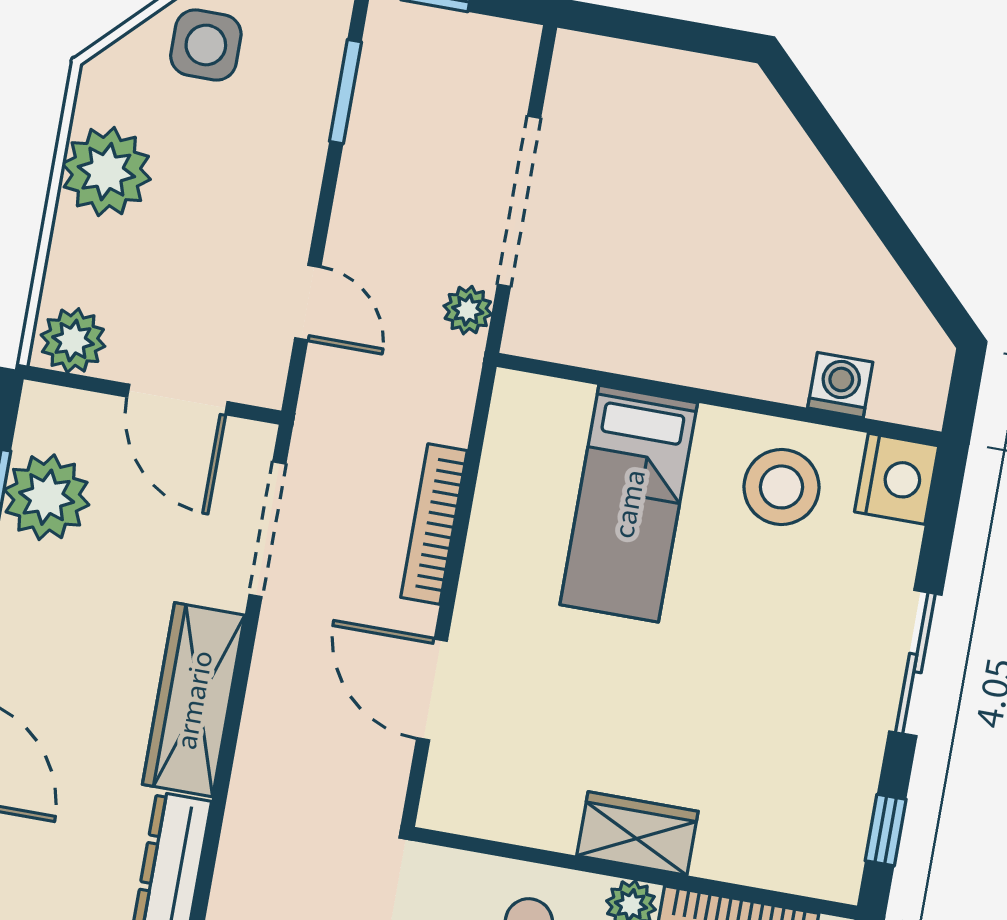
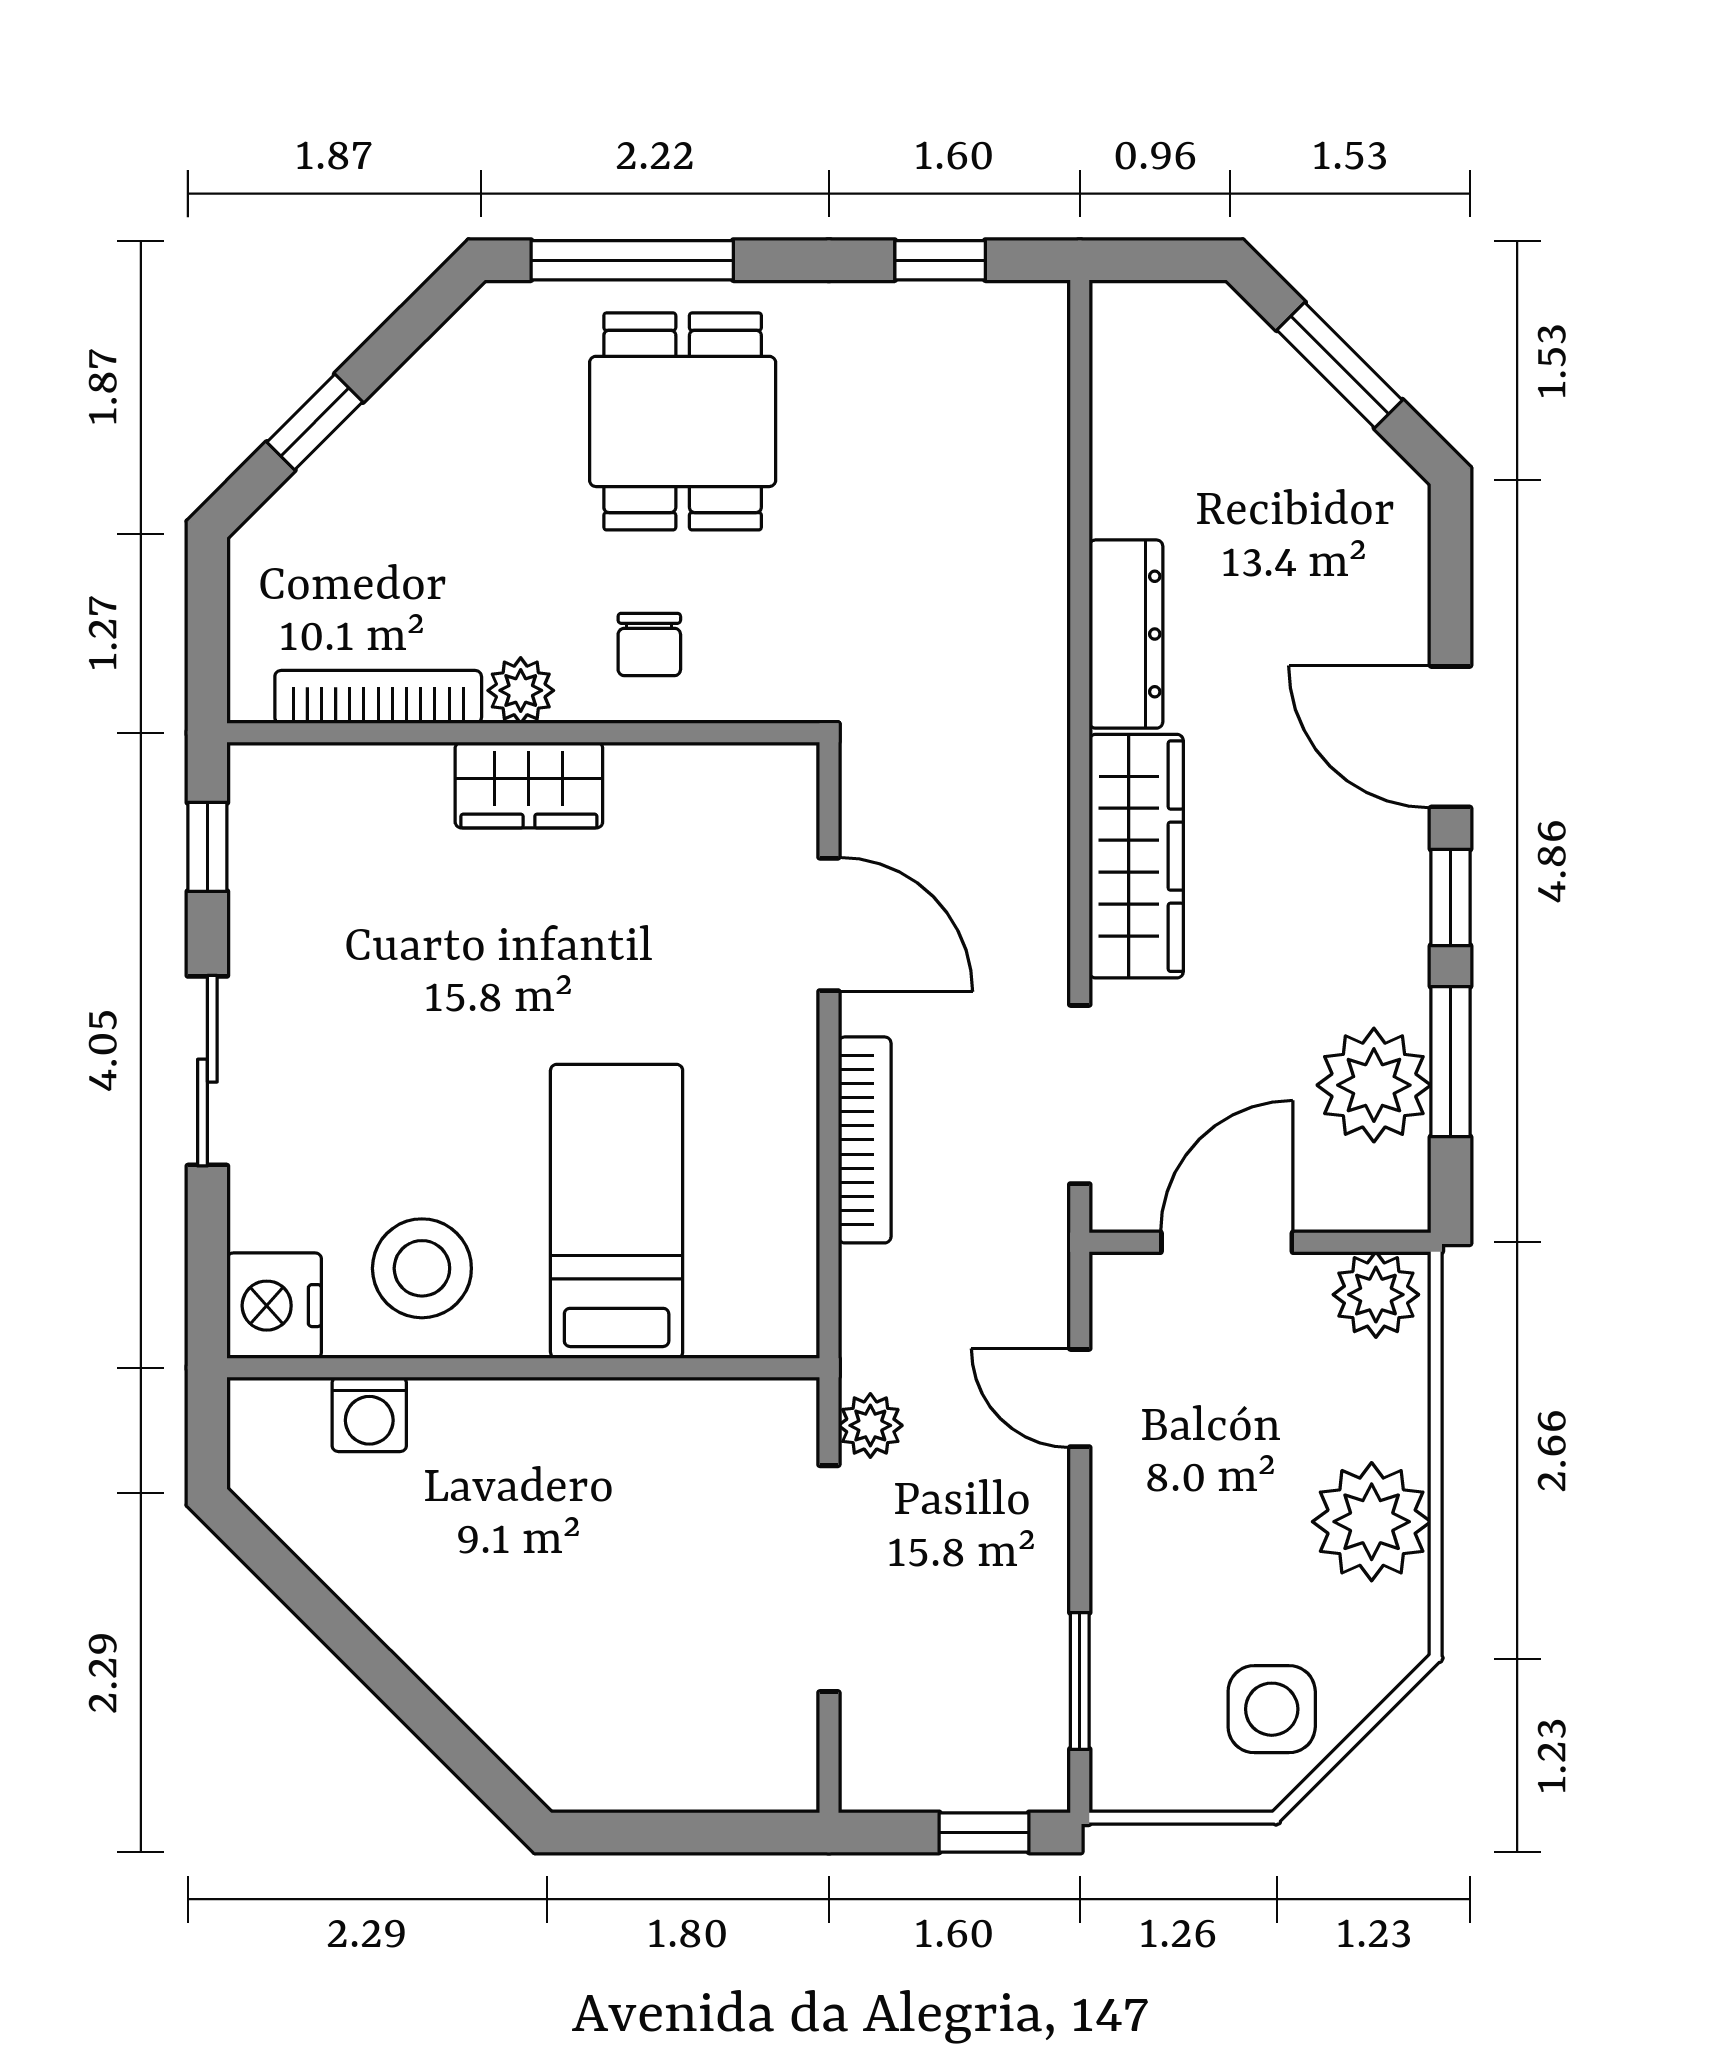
door: (177, 399) -> (1227, 1242), hinge flipped

